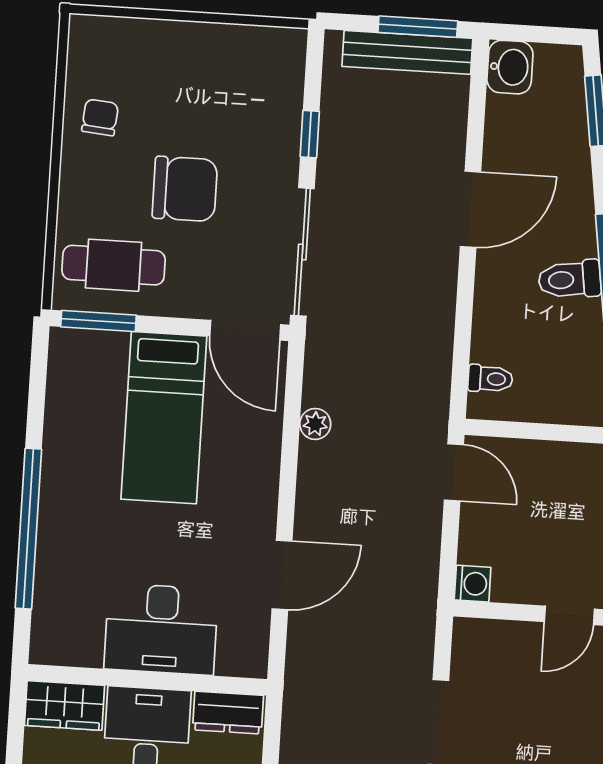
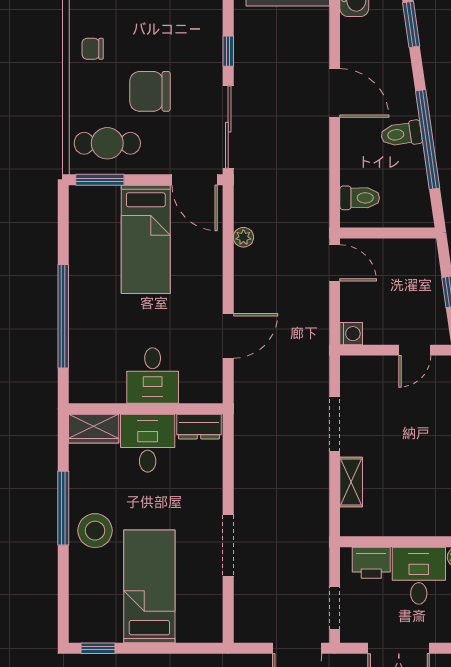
chair: (100, 117) -> (93, 49), turned -95
chair: (185, 189) -> (150, 91), turned 180
door: (470, 209) -> (335, 93), hinge flipped
toilet: (490, 379) -> (360, 198), width x1.37, depth x1.39
desk: (161, 629) -> (153, 375), width x0.73

